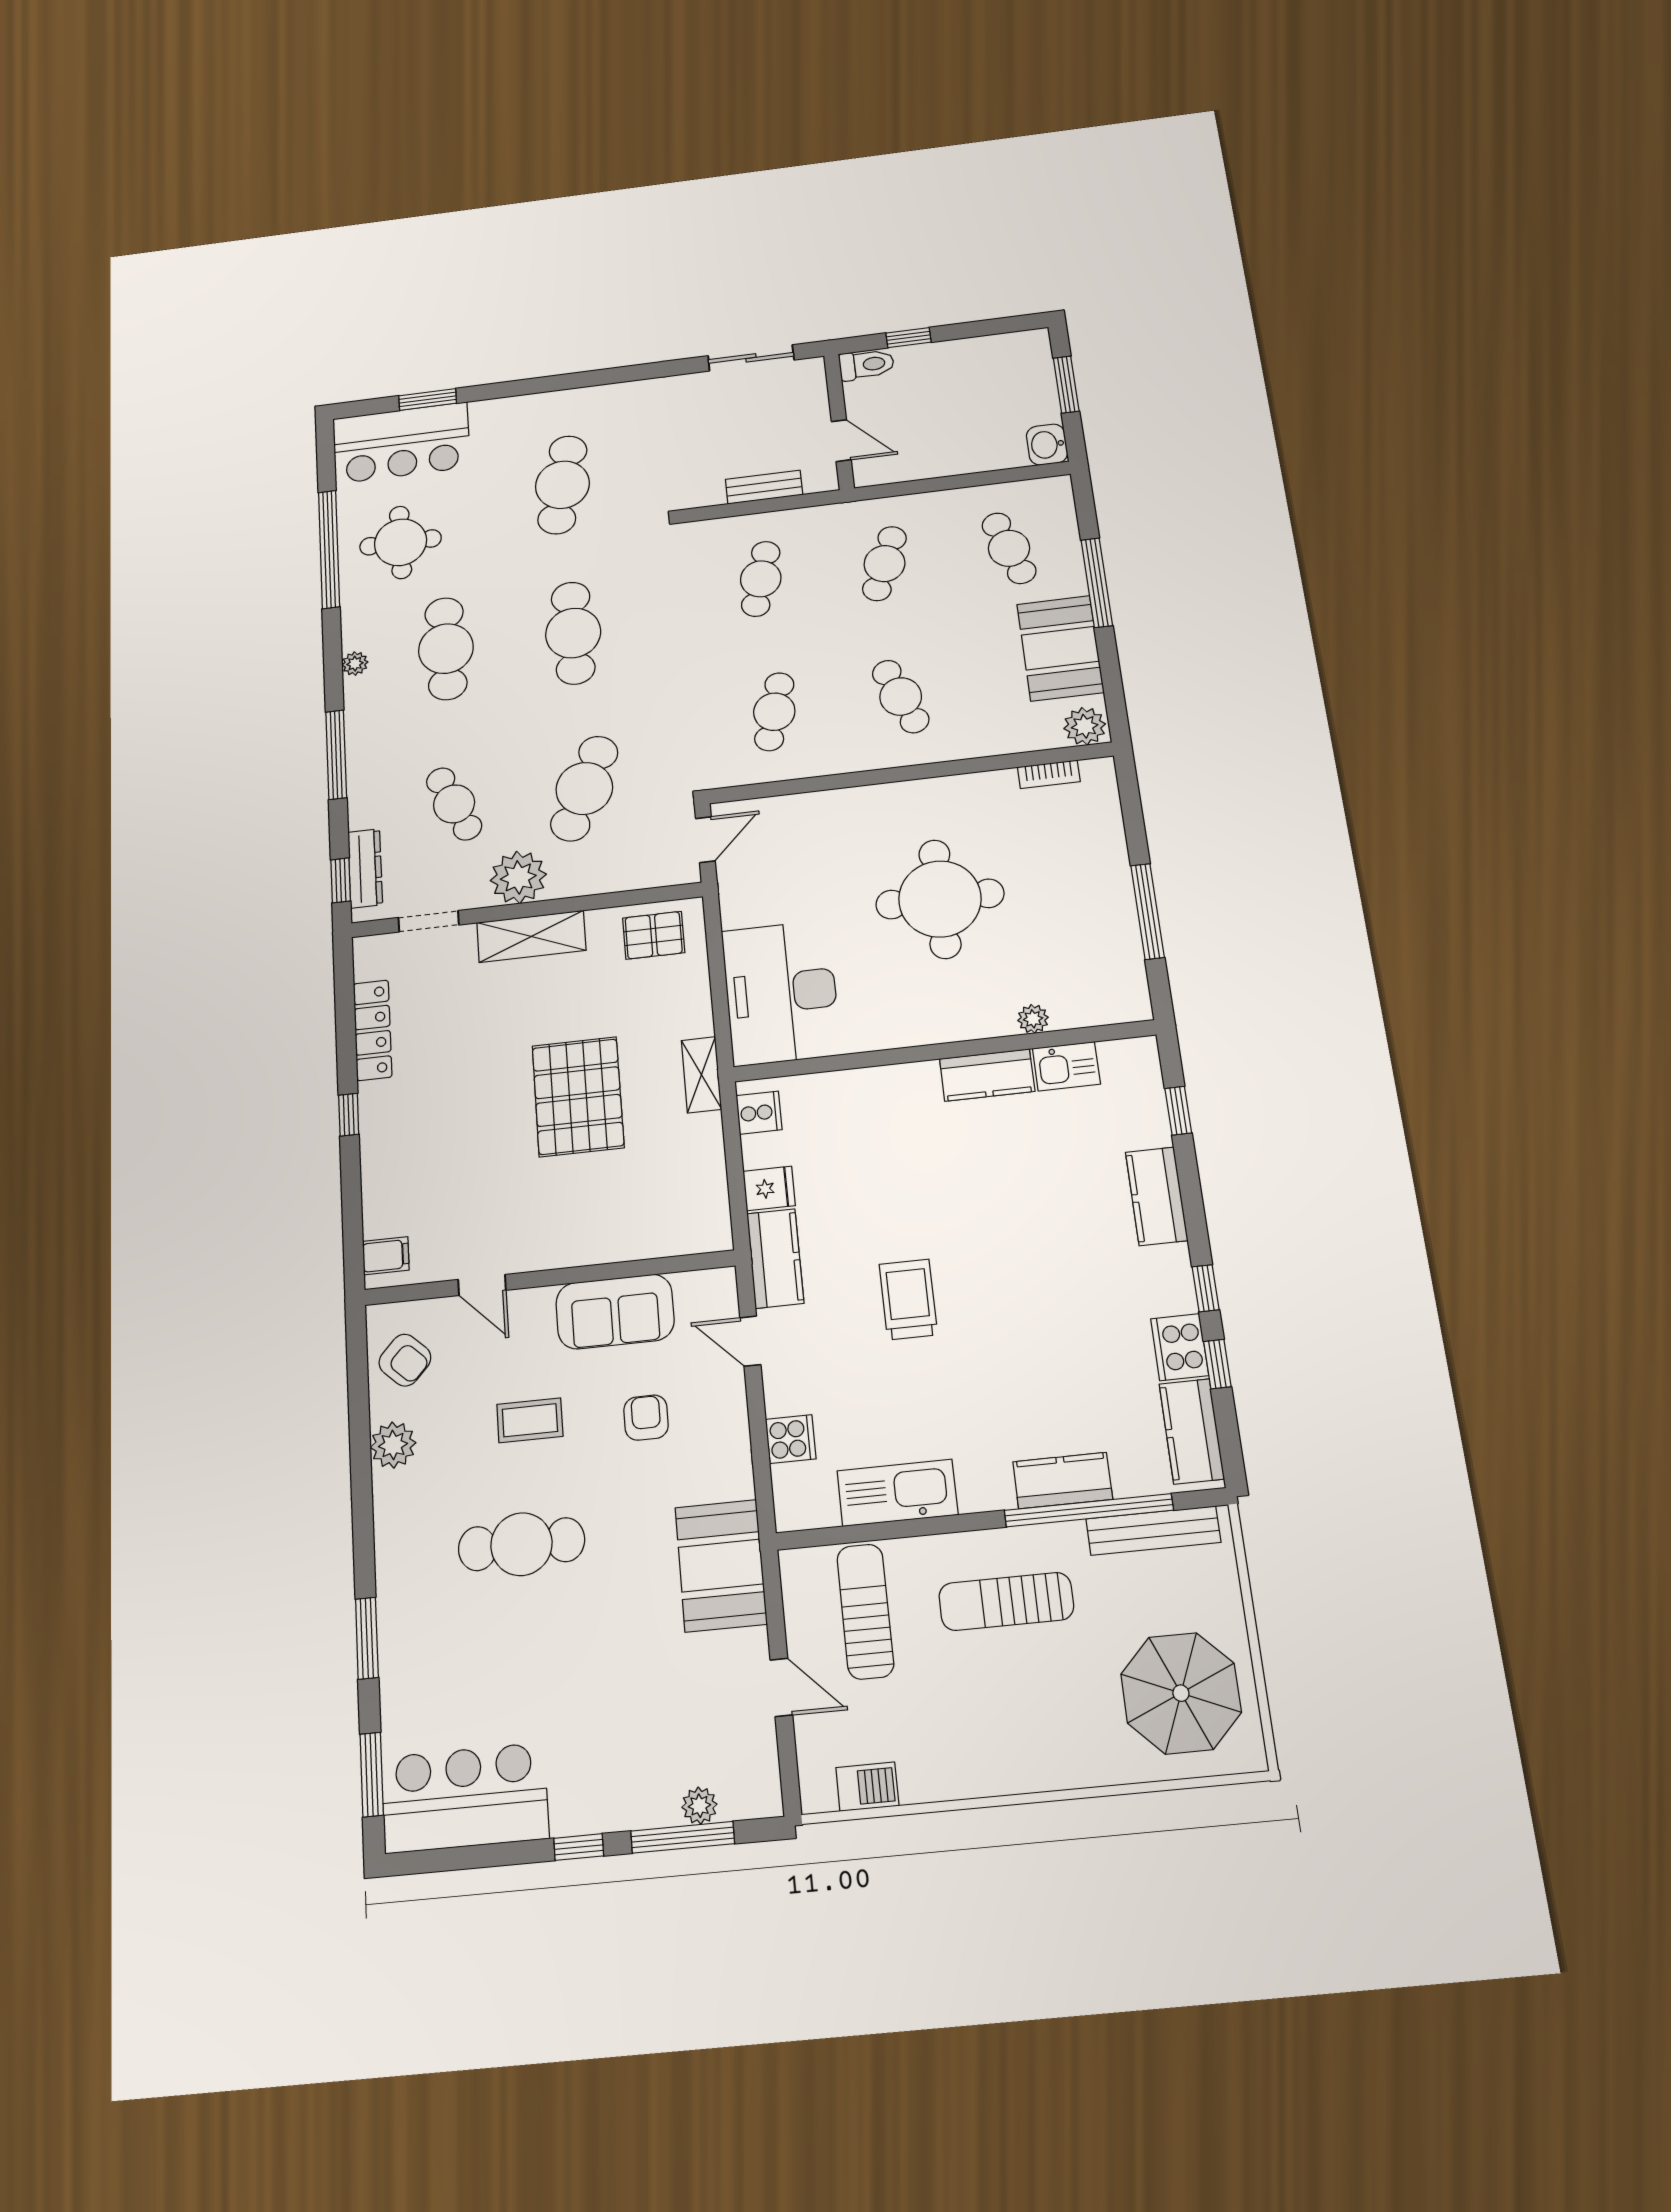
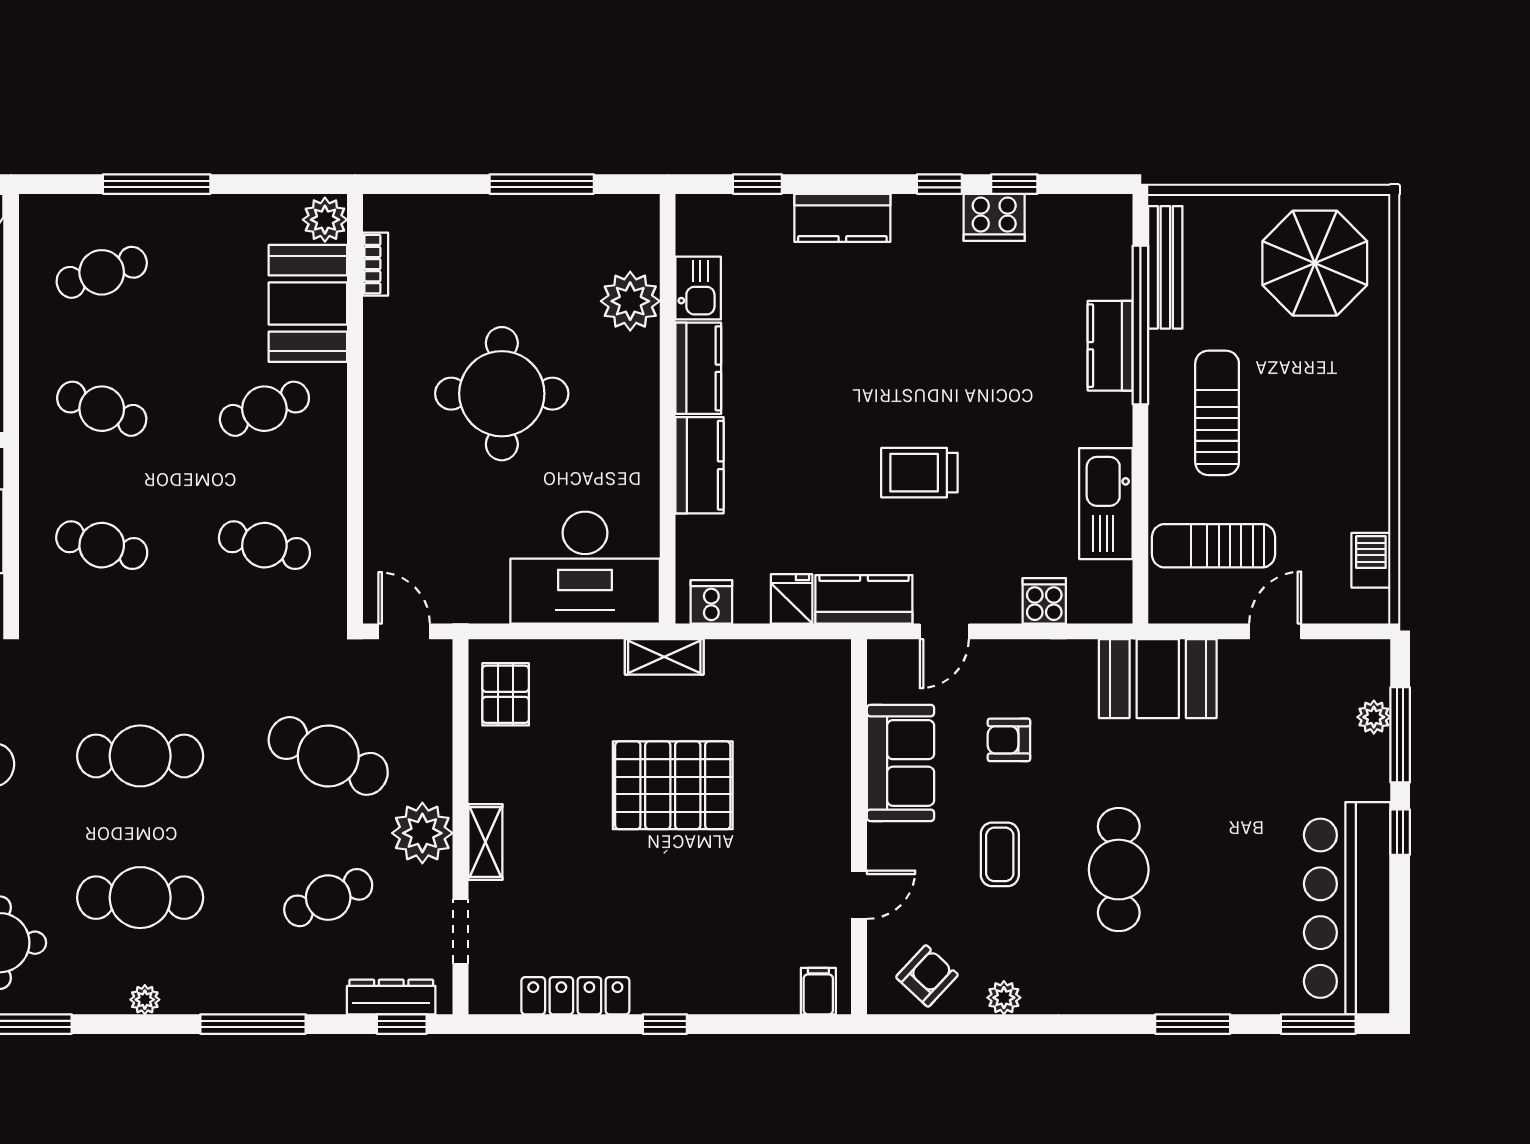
booth: (1060, 648) -> (308, 303), moved, turned 90
shelving: (531, 936) -> (485, 842), width x0.67, depth x0.75
plant: (1033, 1019) -> (630, 301), width x1.88, depth x1.88
kitchen counter: (1192, 1431) -> (699, 465), moved, turned -90
plant: (393, 1445) -> (1004, 998), width x0.73, depth x0.73
sun lounger: (1006, 1601) -> (1217, 413), turned 180
bar counter: (465, 1798) -> (1347, 908), width x1.36

